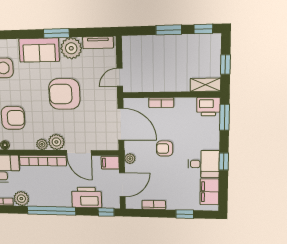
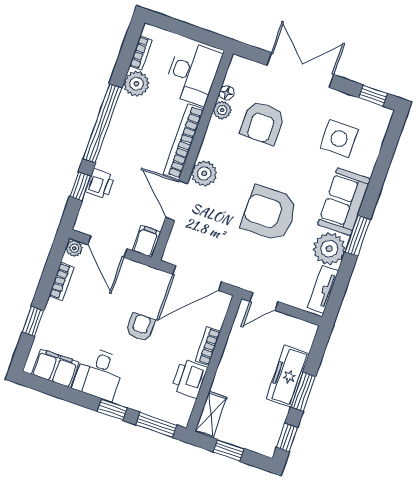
freezer: (162, 44) -> (288, 376), added
door: (120, 77) -> (264, 301), swing flipped
armchair: (64, 94) -> (269, 213), turned -90
printer: (208, 107) -> (190, 378), moved
plant: (42, 144) -> (222, 110), moved
door: (79, 153) -> (177, 201), hinge flipped
plant: (130, 159) -> (74, 248), moved
window: (224, 162) -> (112, 409), moved
printer: (87, 198) -> (100, 184), width x0.53, depth x0.68
window: (106, 212) -> (80, 186), moved

